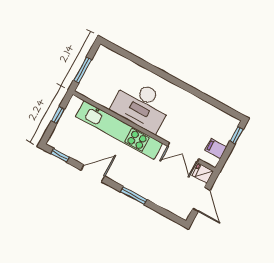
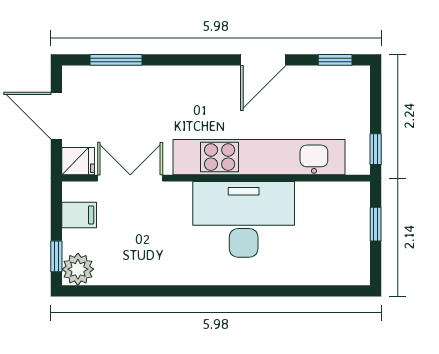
window: (83, 70) -> (376, 224), width x0.67
window: (58, 115) -> (376, 149), moved
plant: (230, 124) -> (78, 269), added
window: (134, 196) -> (116, 60), moved

